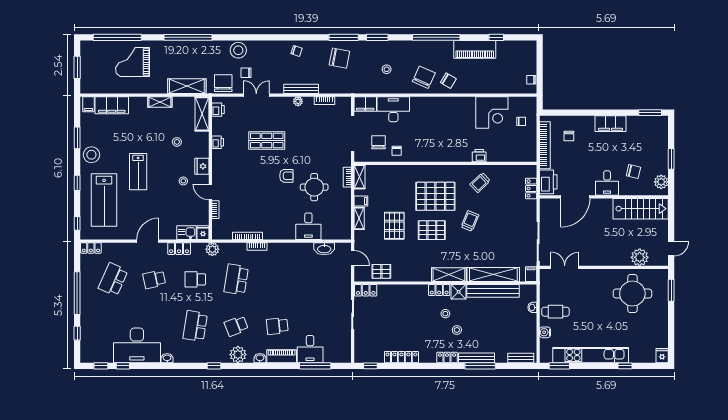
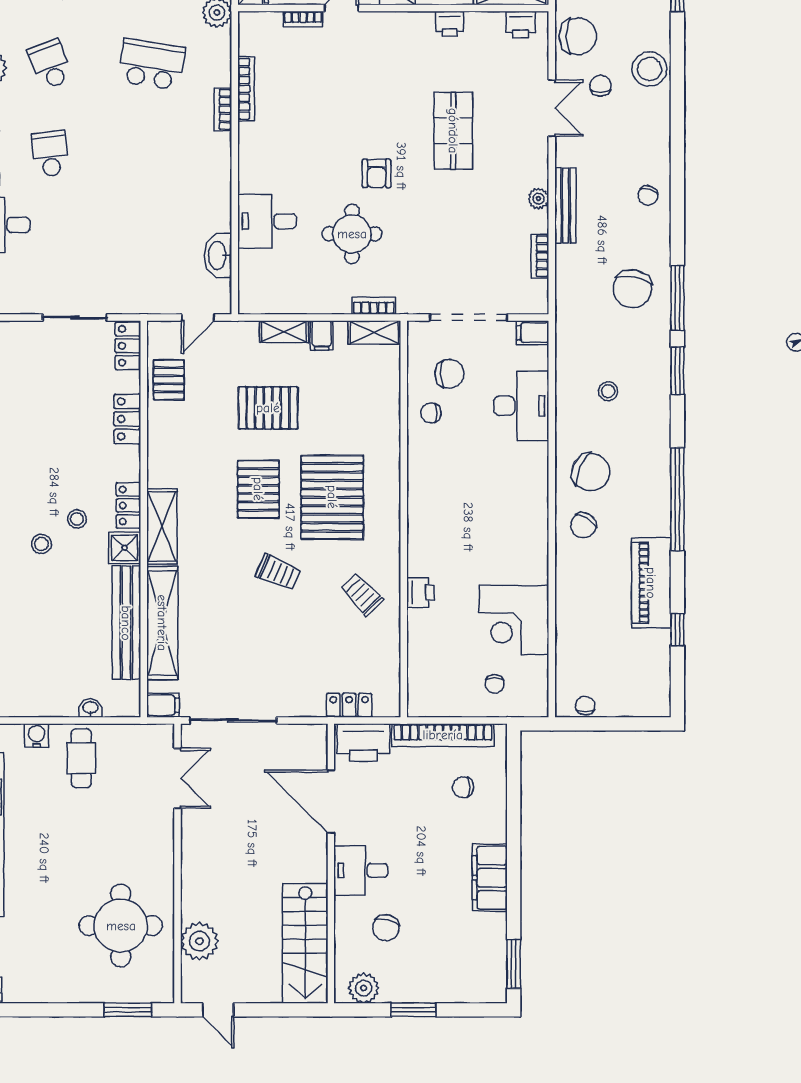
filing cabinet: (365, 104) -> (533, 333), width x0.50
locker: (399, 291) -> (127, 419), added

